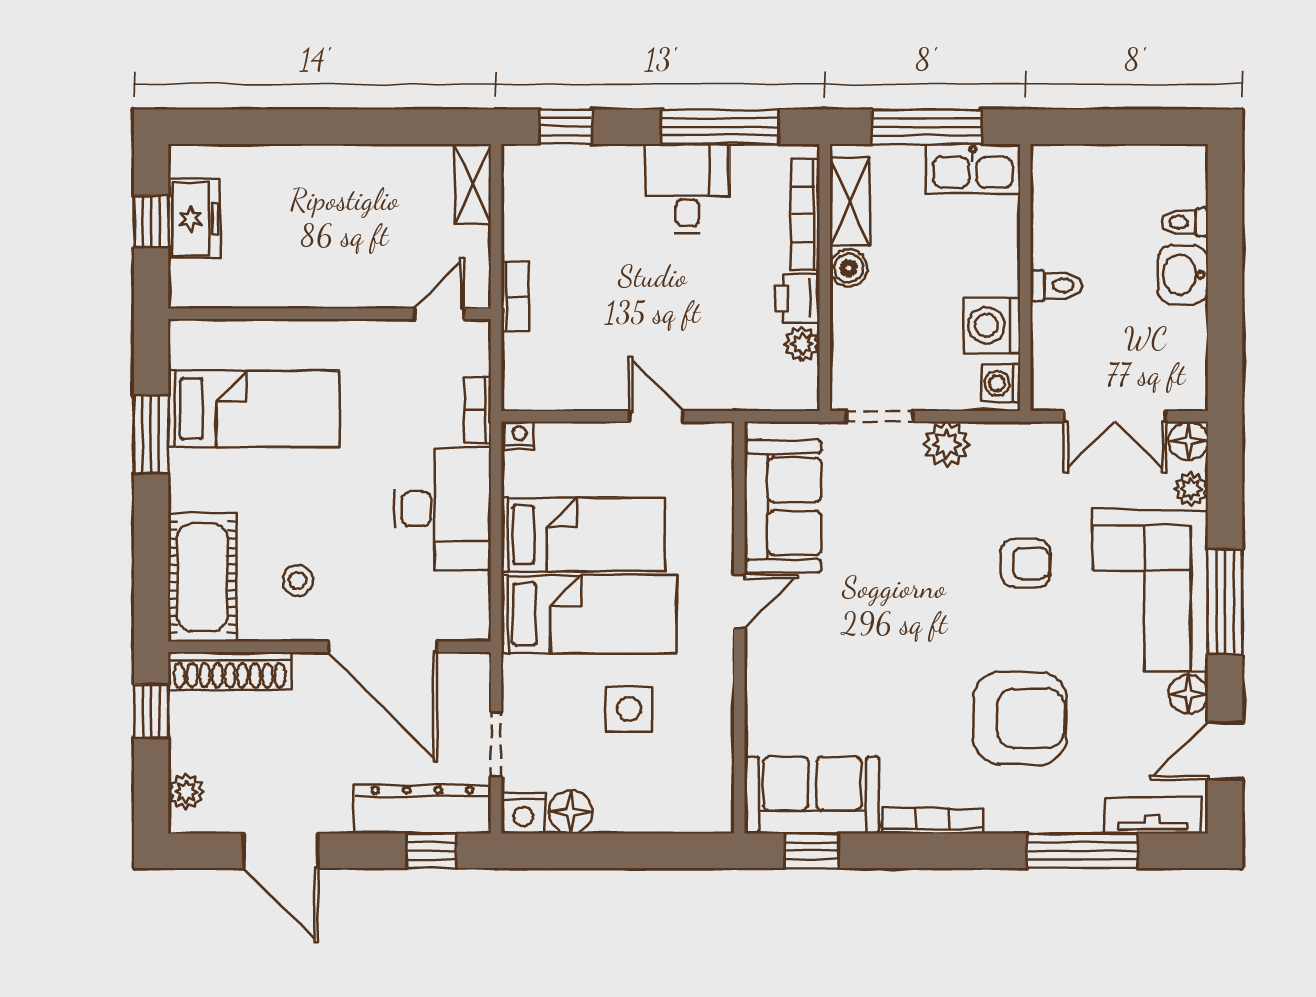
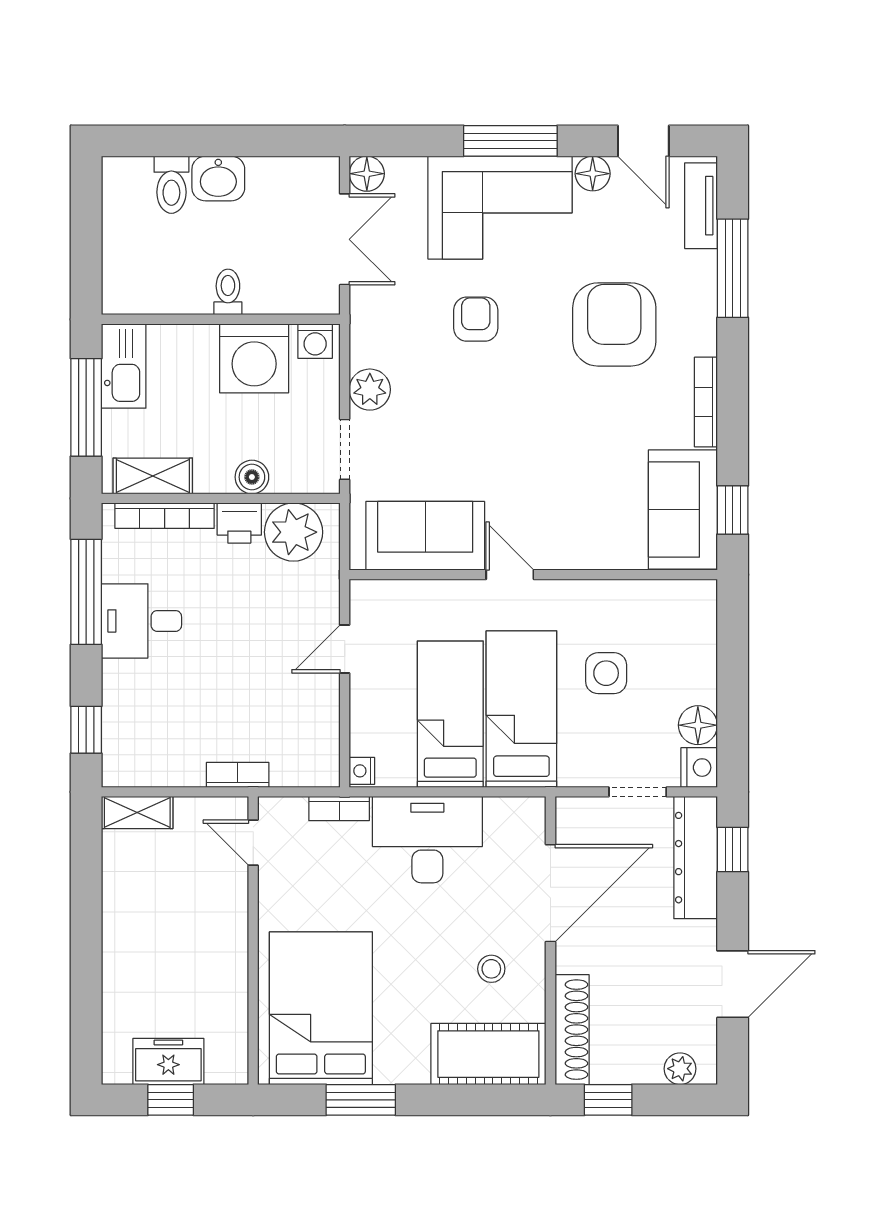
toilet: (1185, 222) -> (171, 185), width x1.37, depth x1.39
boiler: (849, 268) -> (252, 477), moved
washing machine: (992, 325) -> (254, 358), width x1.37, depth x1.37
plant: (802, 344) -> (294, 532), width x1.88, depth x1.88
bed: (254, 409) -> (321, 1008), width x1.50
plant: (1191, 489) -> (410, 171), removed

